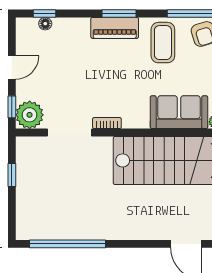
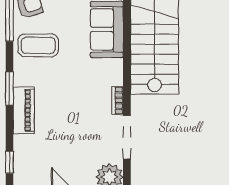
floor lamp: (45, 24) -> (20, 161), removed
piano: (115, 28) -> (24, 110), moved

